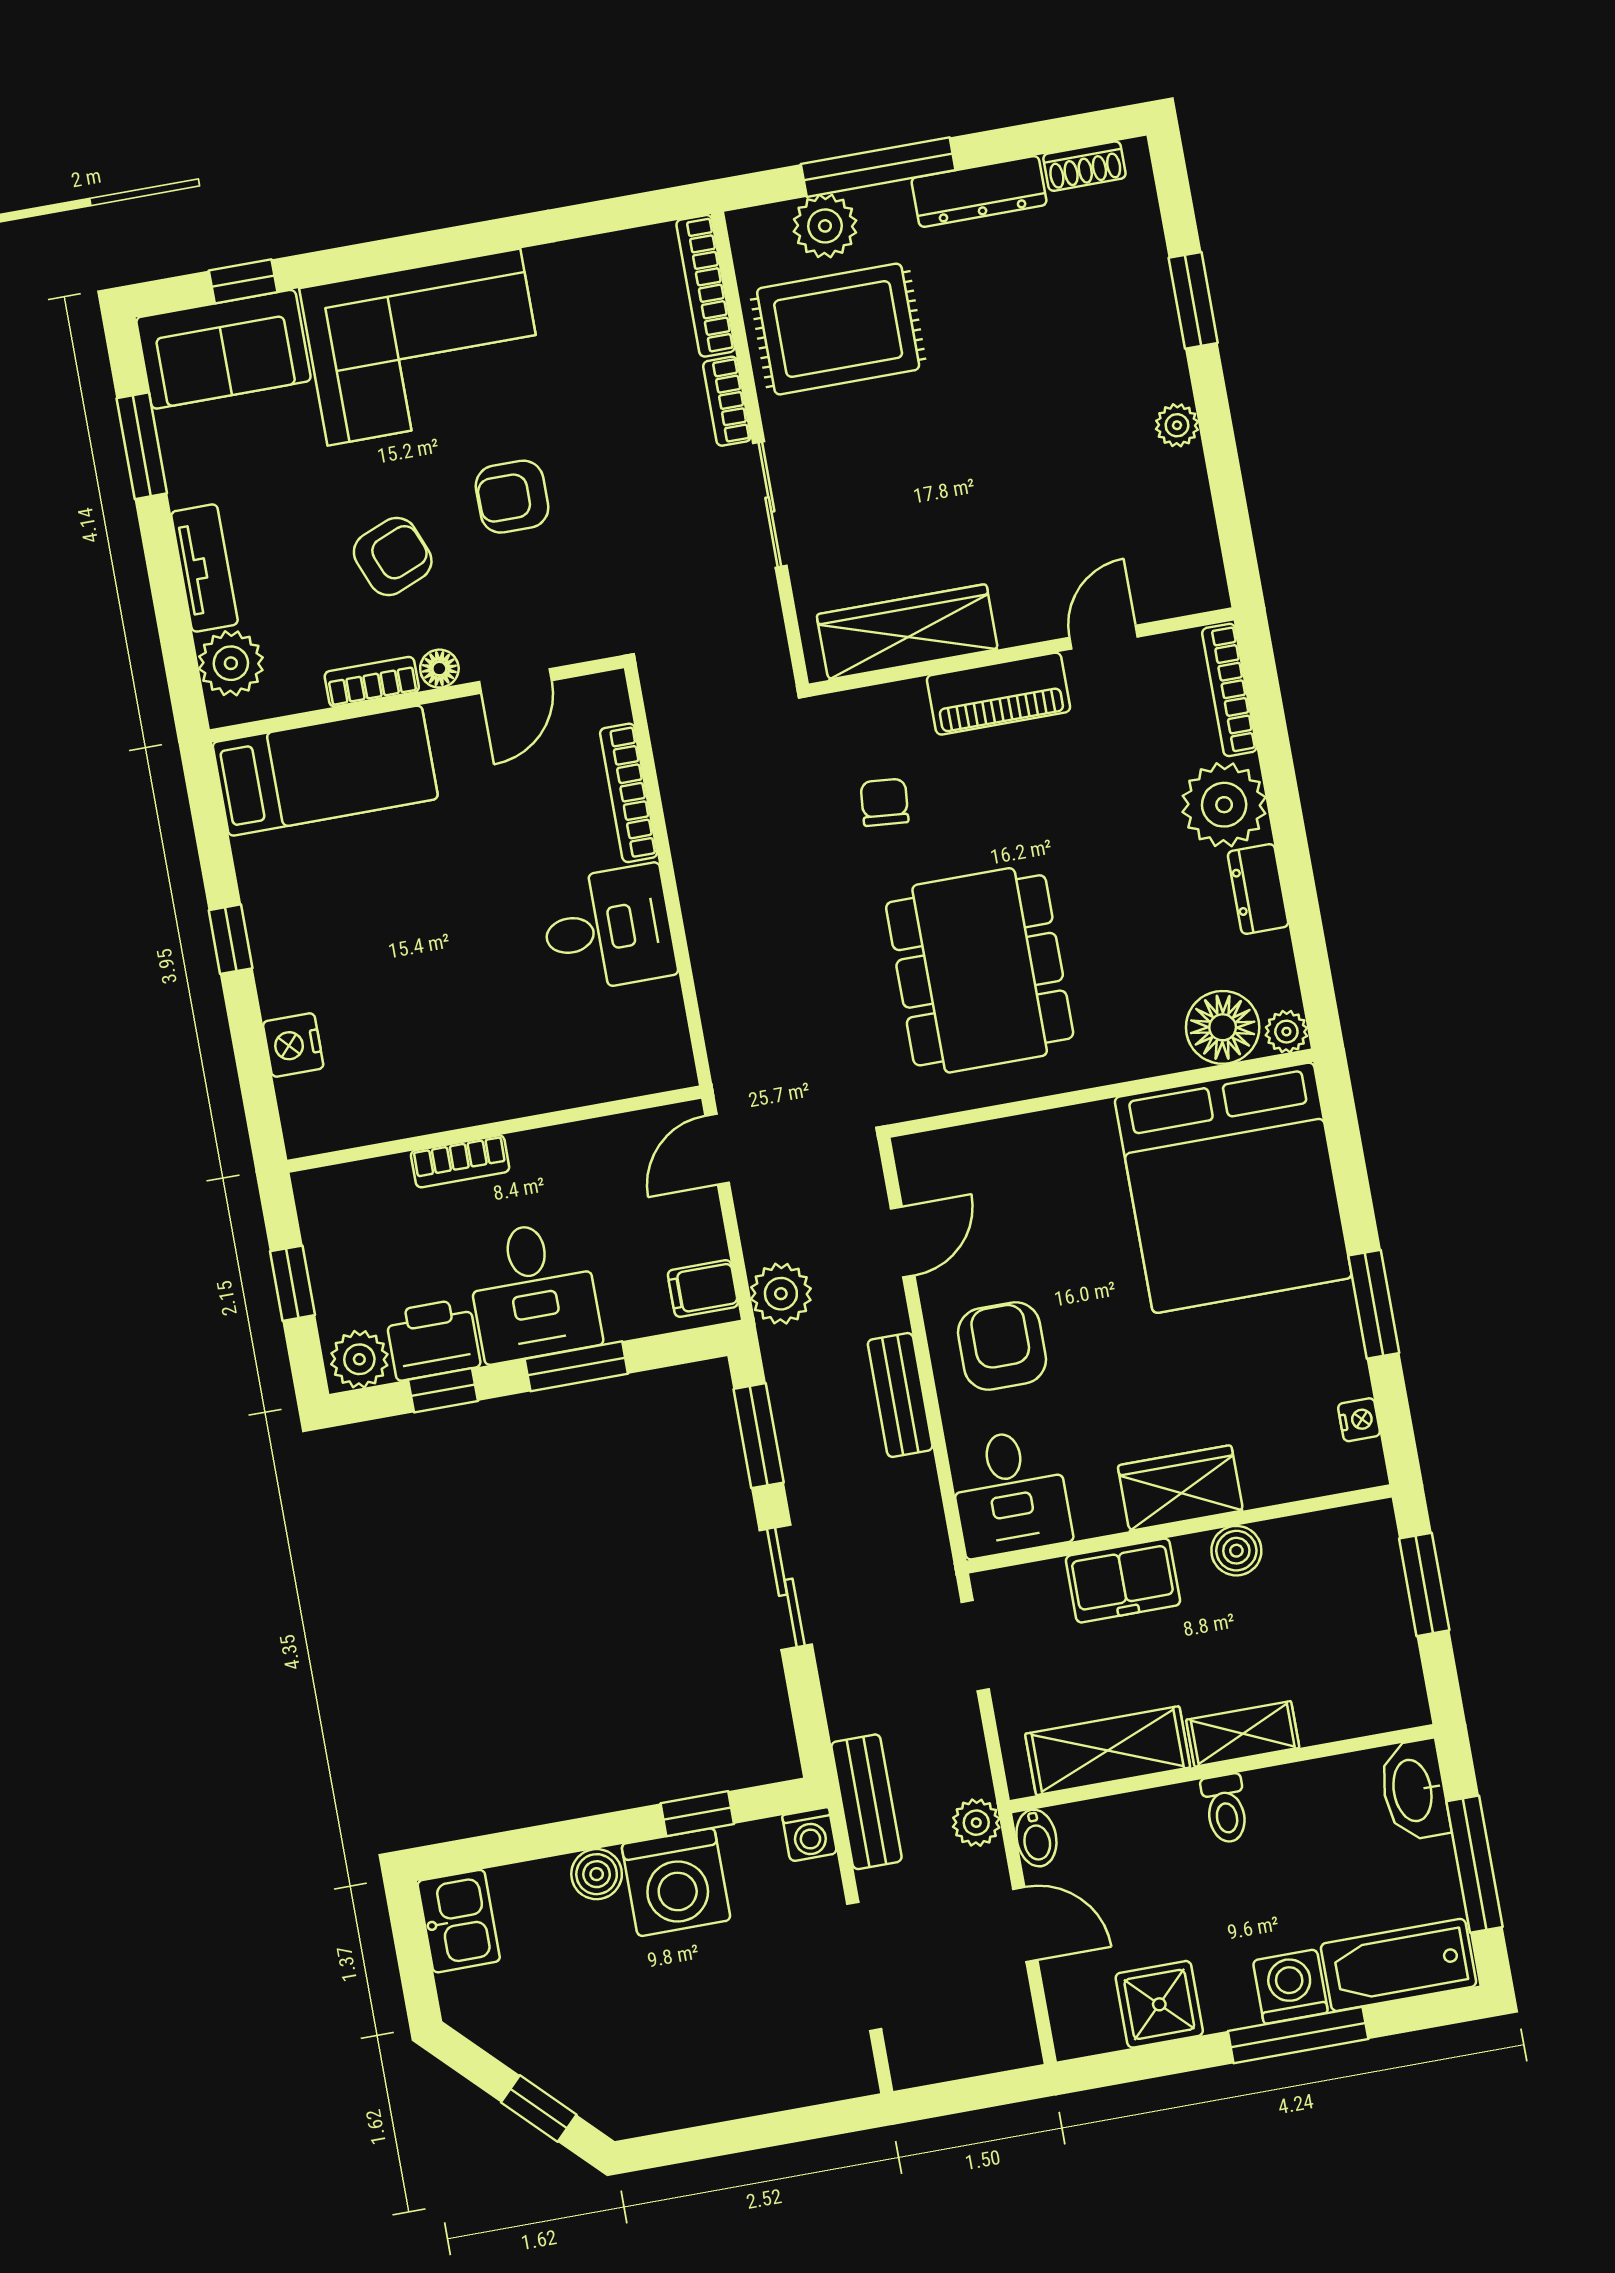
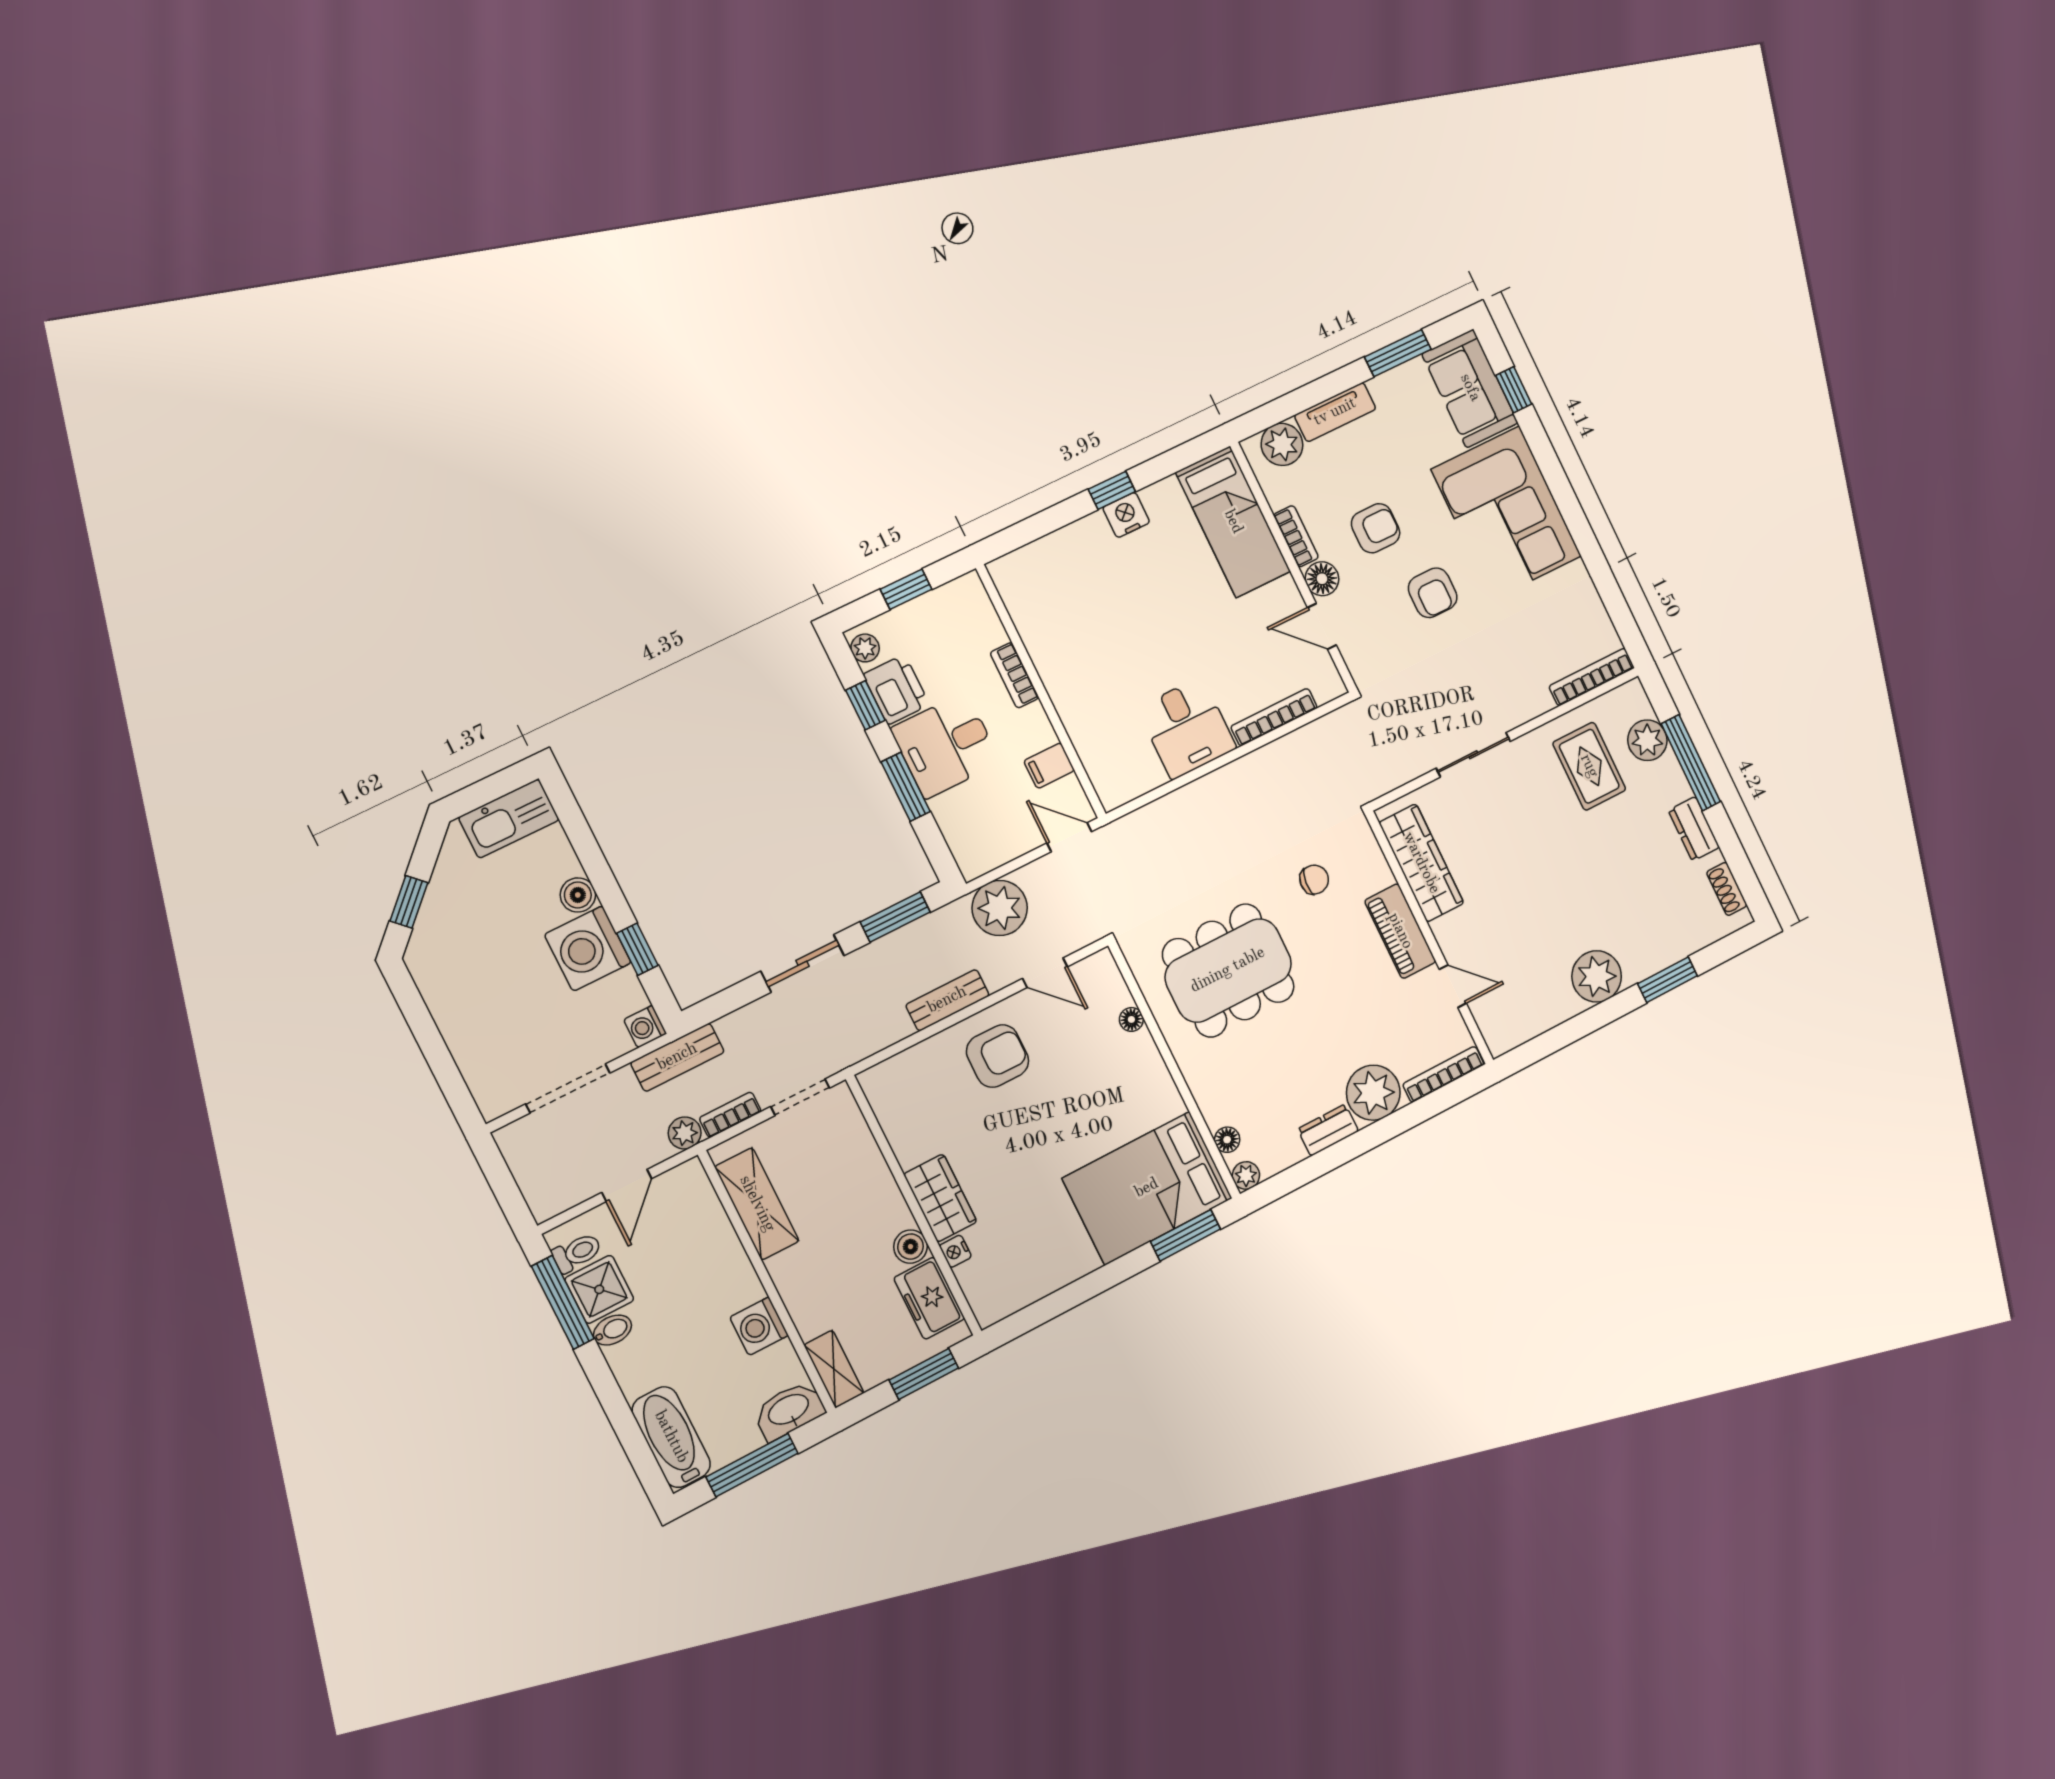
dresser: (979, 191) -> (1694, 829), width x0.70
rug: (838, 329) -> (1589, 766), width x0.73, depth x0.70
bookcase: (727, 401) -> (730, 1115), moved
plant: (1177, 425) -> (1597, 976), width x1.88, depth x1.88
armchair: (512, 497) -> (1433, 593), turned 180
armchair: (393, 556) -> (1376, 528), turned -68
floor lamp: (439, 669) -> (1322, 579), width x1.37, depth x1.37
floor lamp: (1223, 1027) -> (1227, 1140), width x0.53, depth x0.53
nightstand: (293, 1045) -> (1126, 515), moved
floor lamp: (1008, 1135) -> (1131, 1019), added
bed: (1233, 1188) -> (1147, 1188), width x0.73
filing cabinet: (703, 1289) -> (1049, 766), moved, turned -90
plant: (781, 1294) -> (1000, 908), width x1.36, depth x1.36
window: (1374, 1304) -> (1185, 1235), moved
plant: (359, 1359) -> (865, 648), width x0.73, depth x0.73
nightstand: (1359, 1420) -> (955, 1251), moved, turned 90
desk: (1010, 1493) -> (905, 1090), removed
freezer: (1123, 1581) -> (929, 1298), moved
shelving: (1243, 1734) -> (834, 1369), moved
toilet: (1225, 1809) -> (577, 1253), moved, turned 180
bidet: (1036, 1838) -> (612, 1330), moved, turned 180
kitchen sink: (459, 1921) -> (509, 819), width x1.38
washing machine: (1290, 1987) -> (759, 1326), moved, turned 180
window: (1298, 2035) -> (563, 1302), moved

